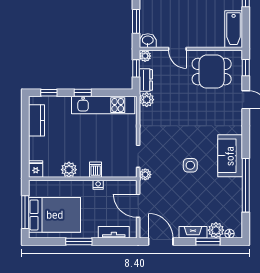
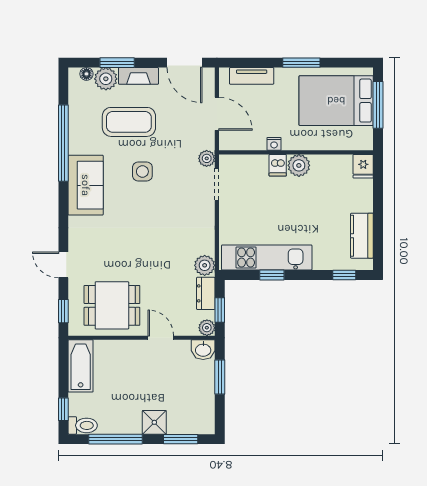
window: (83, 93) -> (272, 275), moved
plant: (69, 170) -> (299, 165), moved
coffee table: (200, 200) -> (129, 122), added

